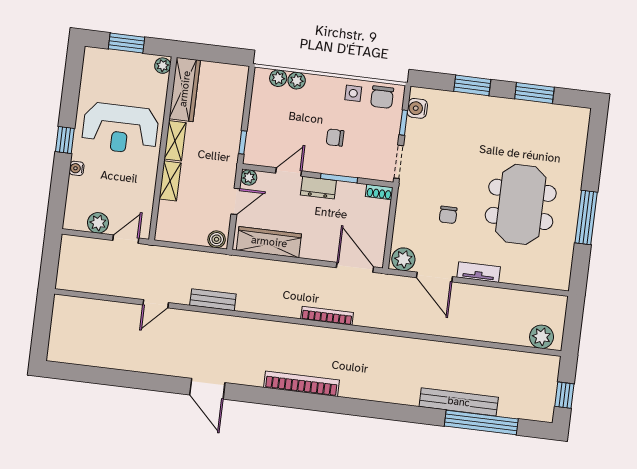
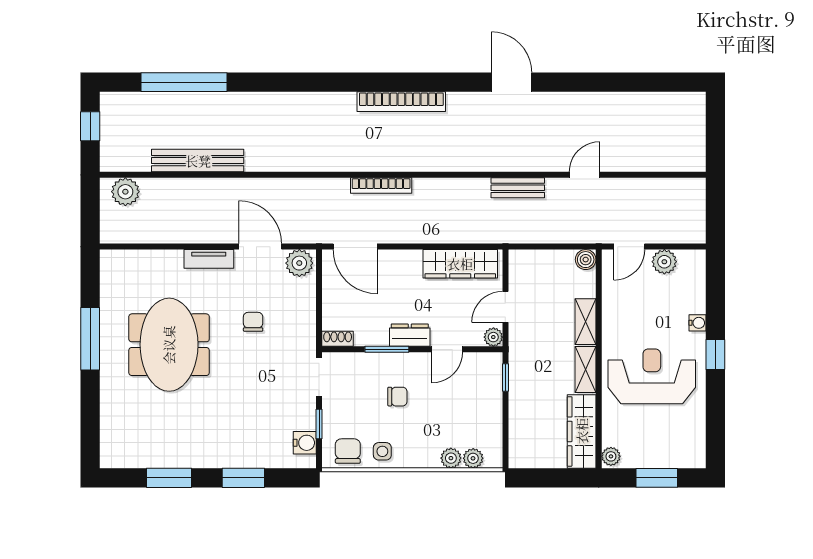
boiler: (217, 239) -> (586, 260), moved
bench: (459, 402) -> (198, 161), moved

